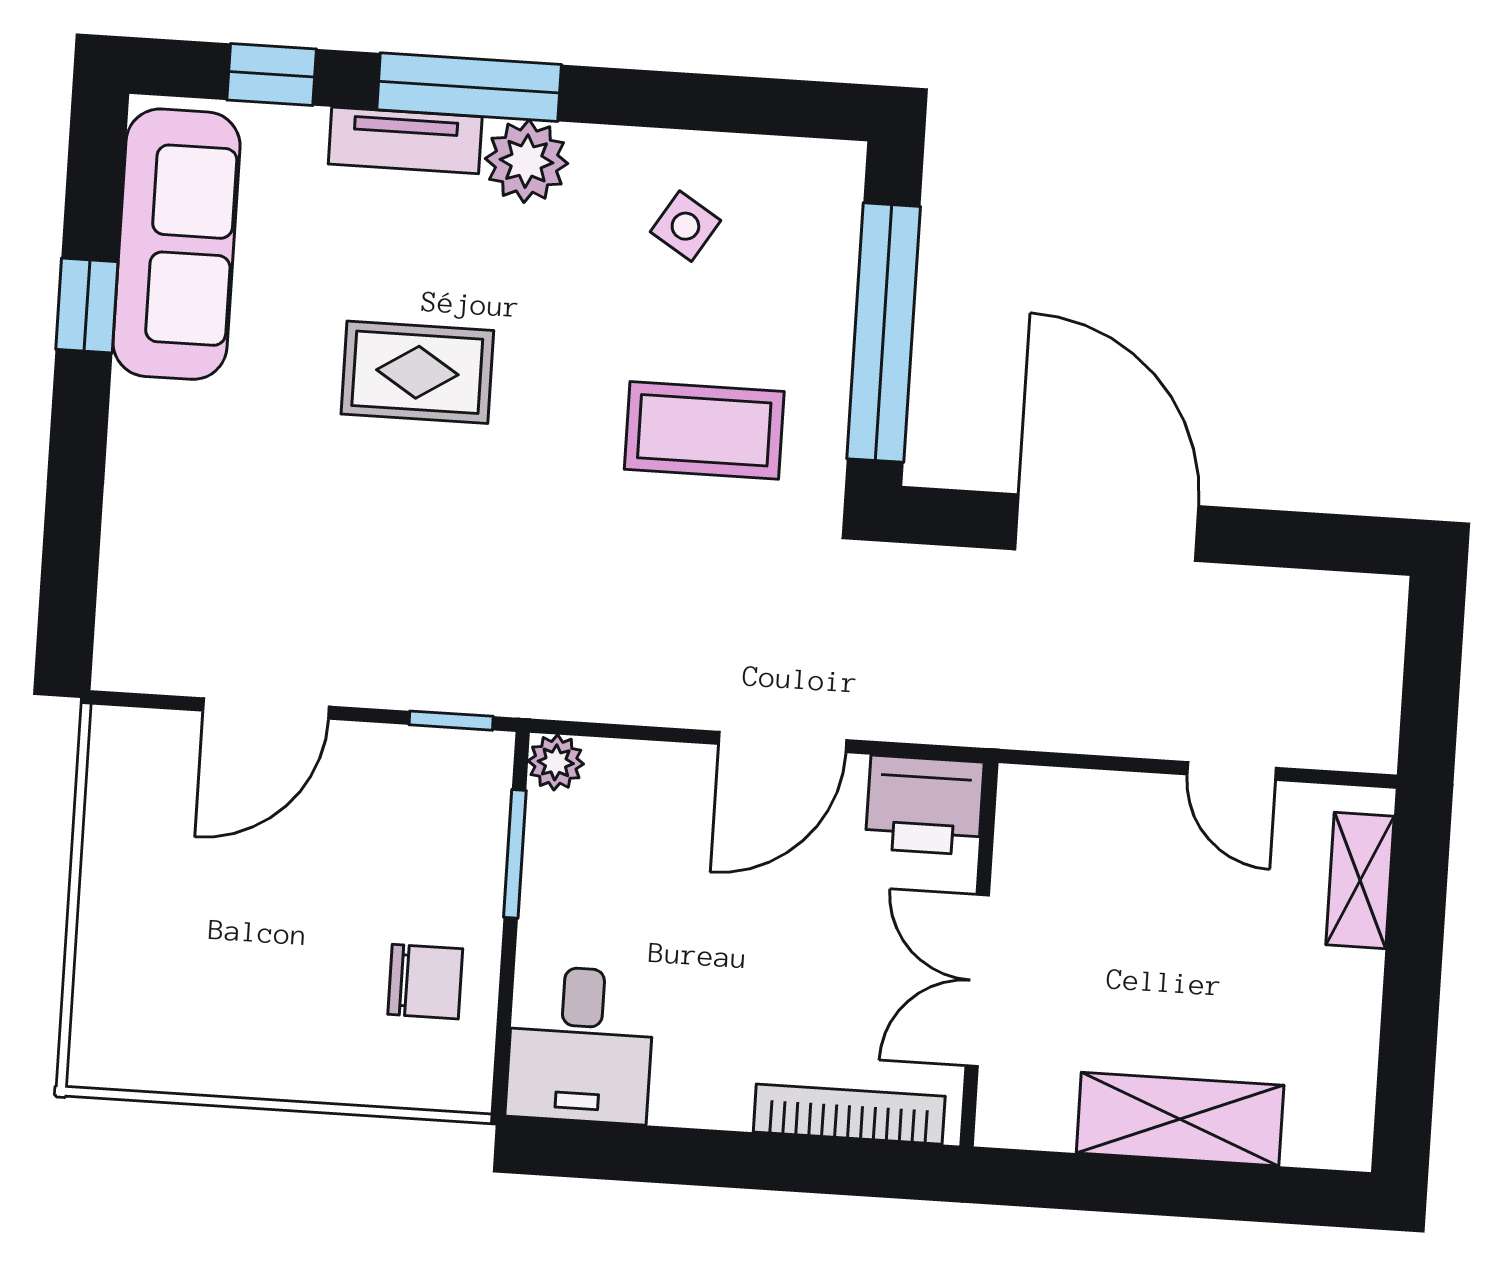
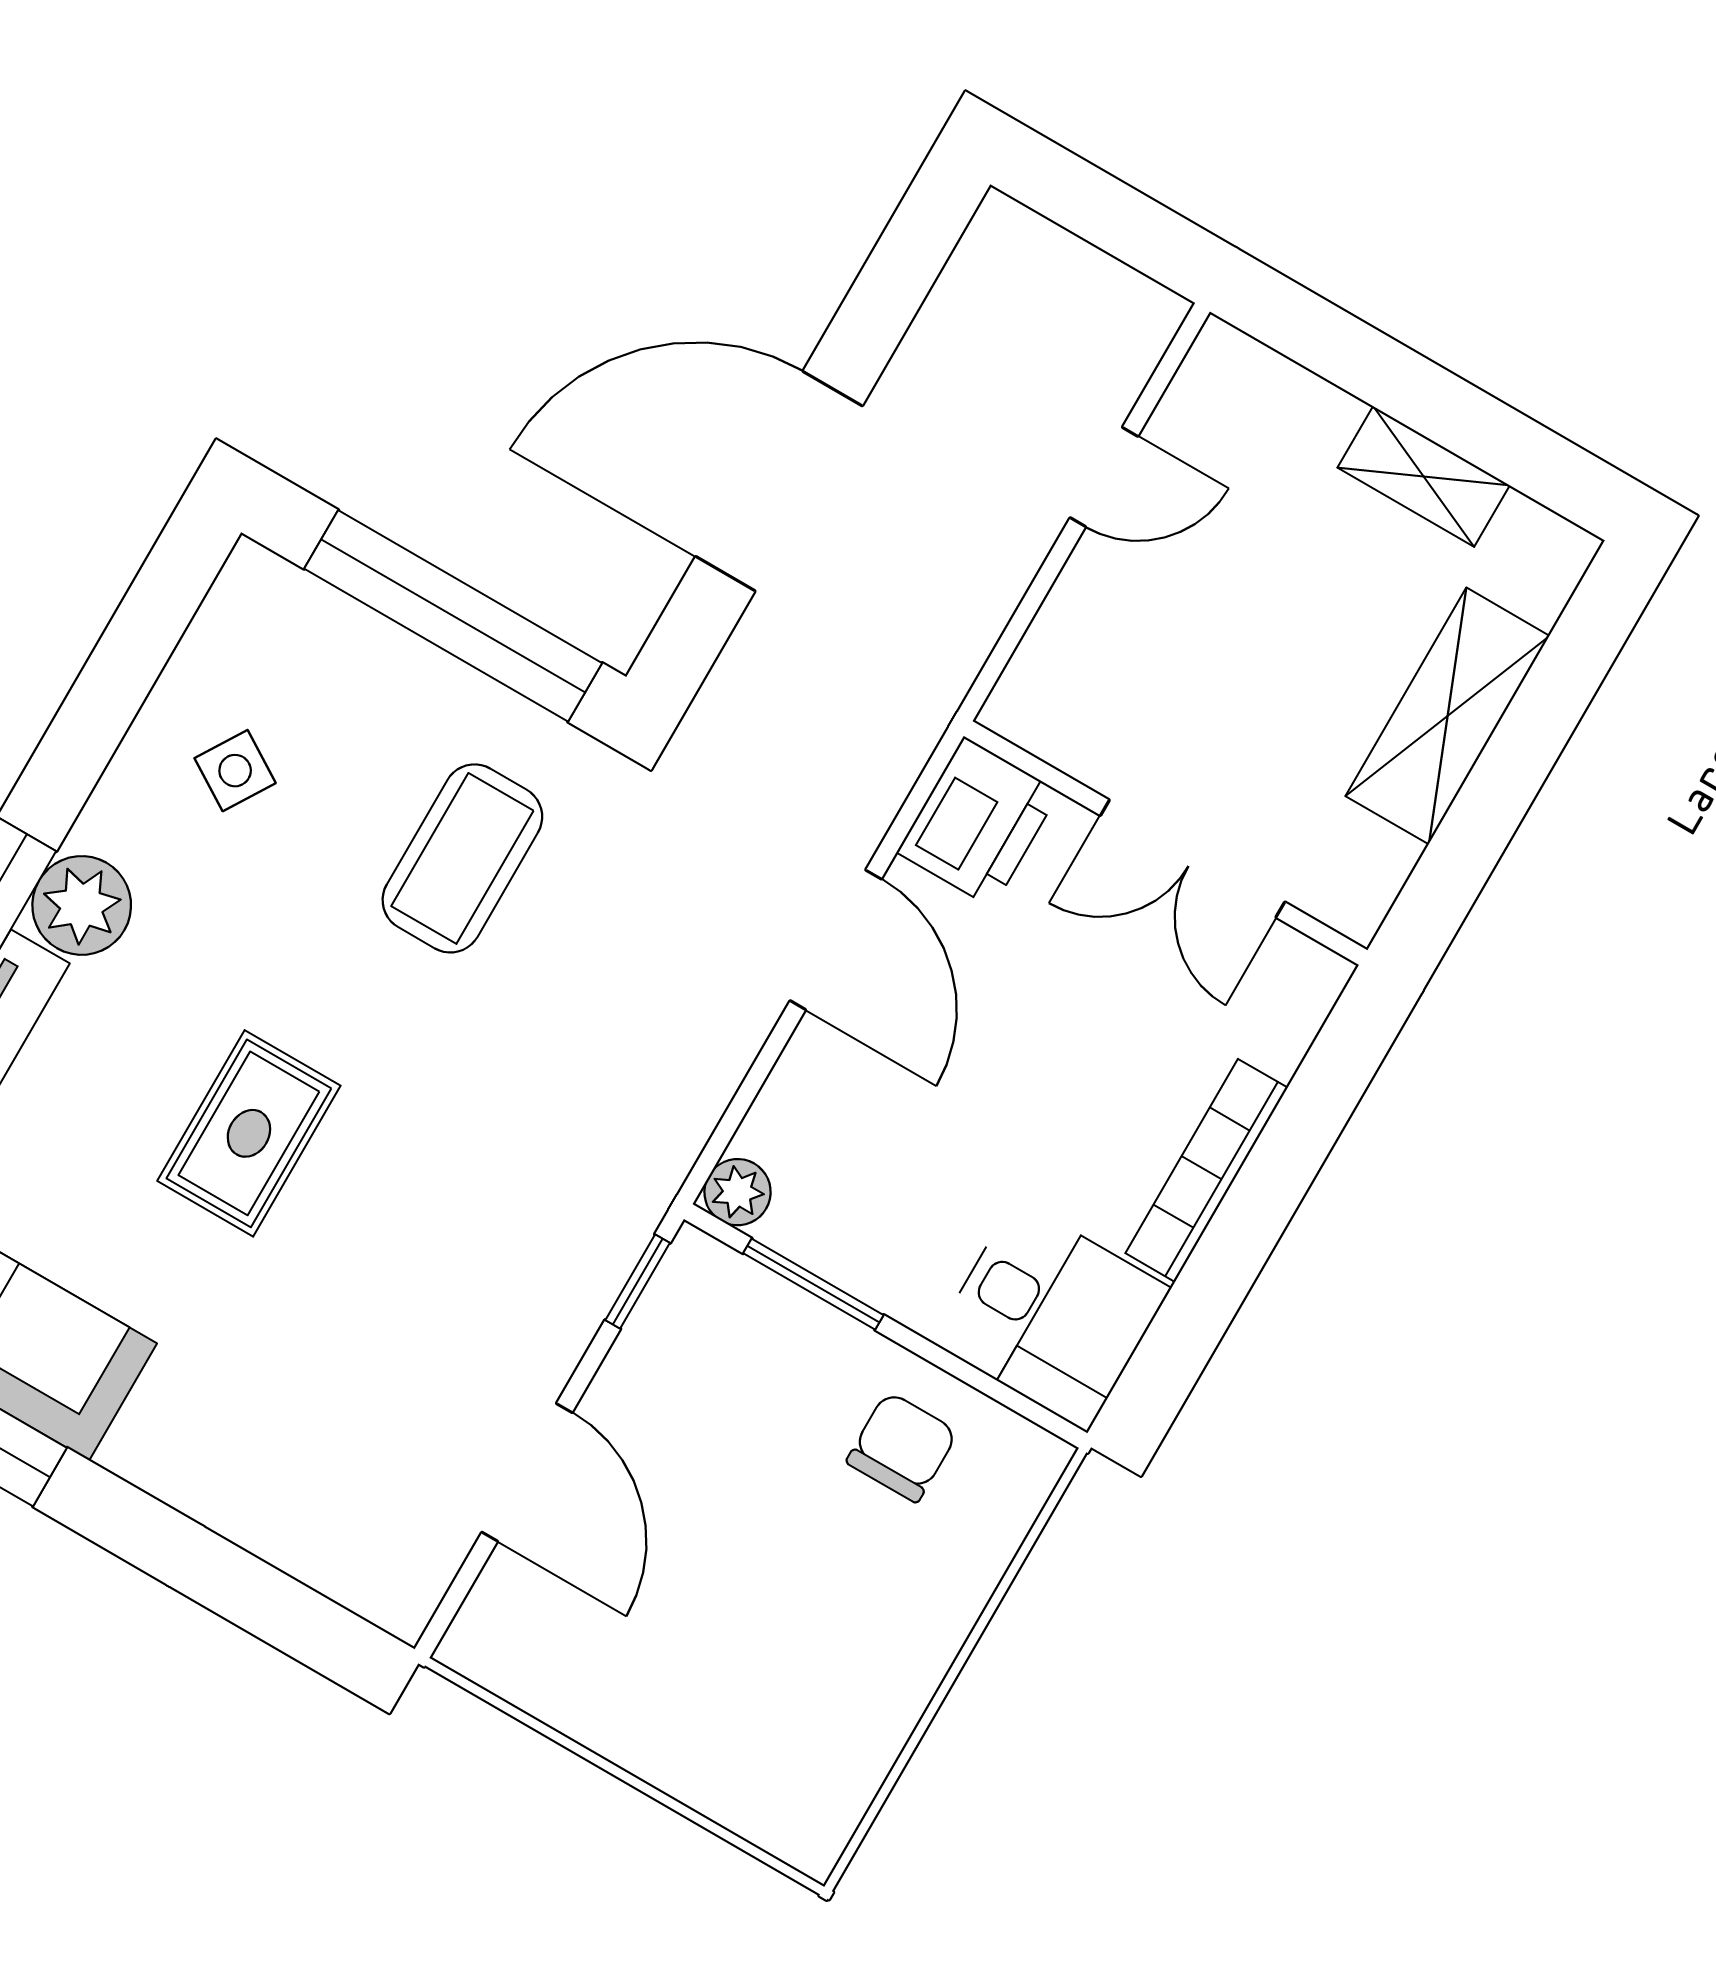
shelving: (1360, 881) -> (1424, 476), moved
bookcase: (849, 1114) -> (1207, 1170), moved

